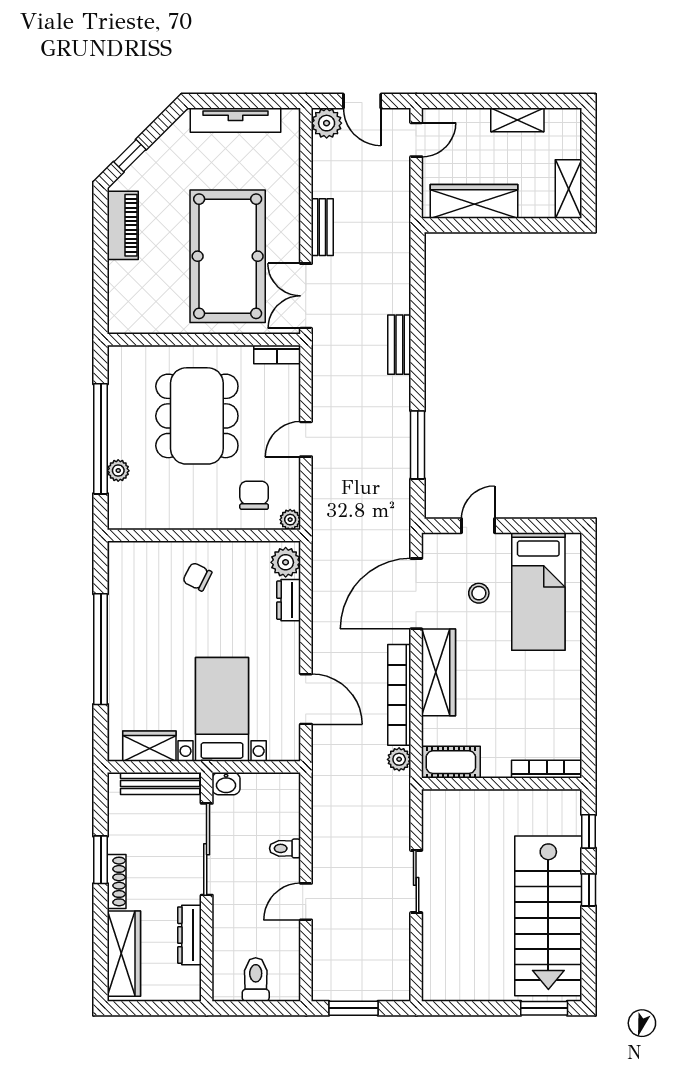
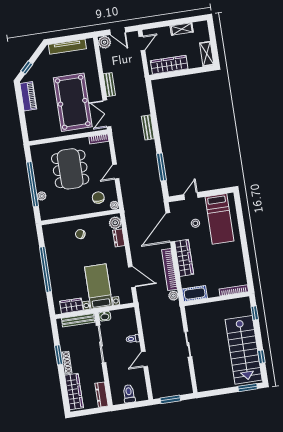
window: (589, 890) -> (261, 357), moved
dresser: (189, 935) -> (102, 395), moved

